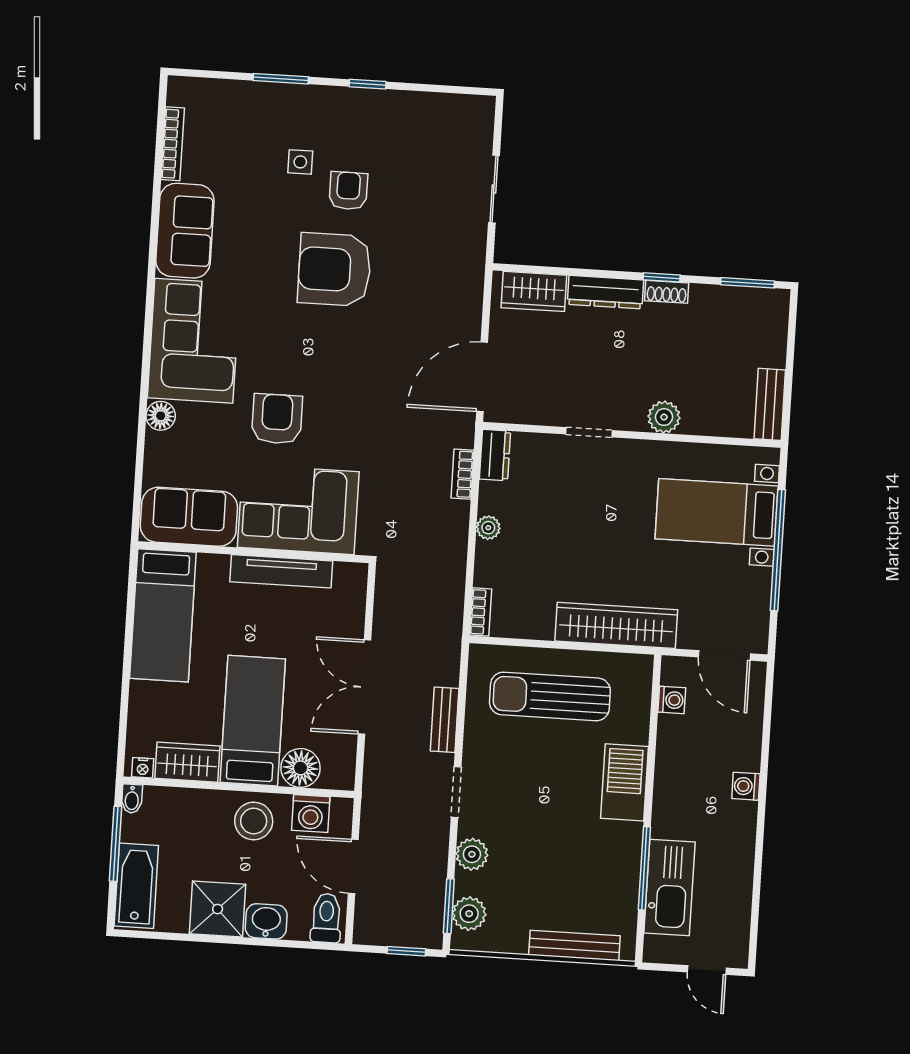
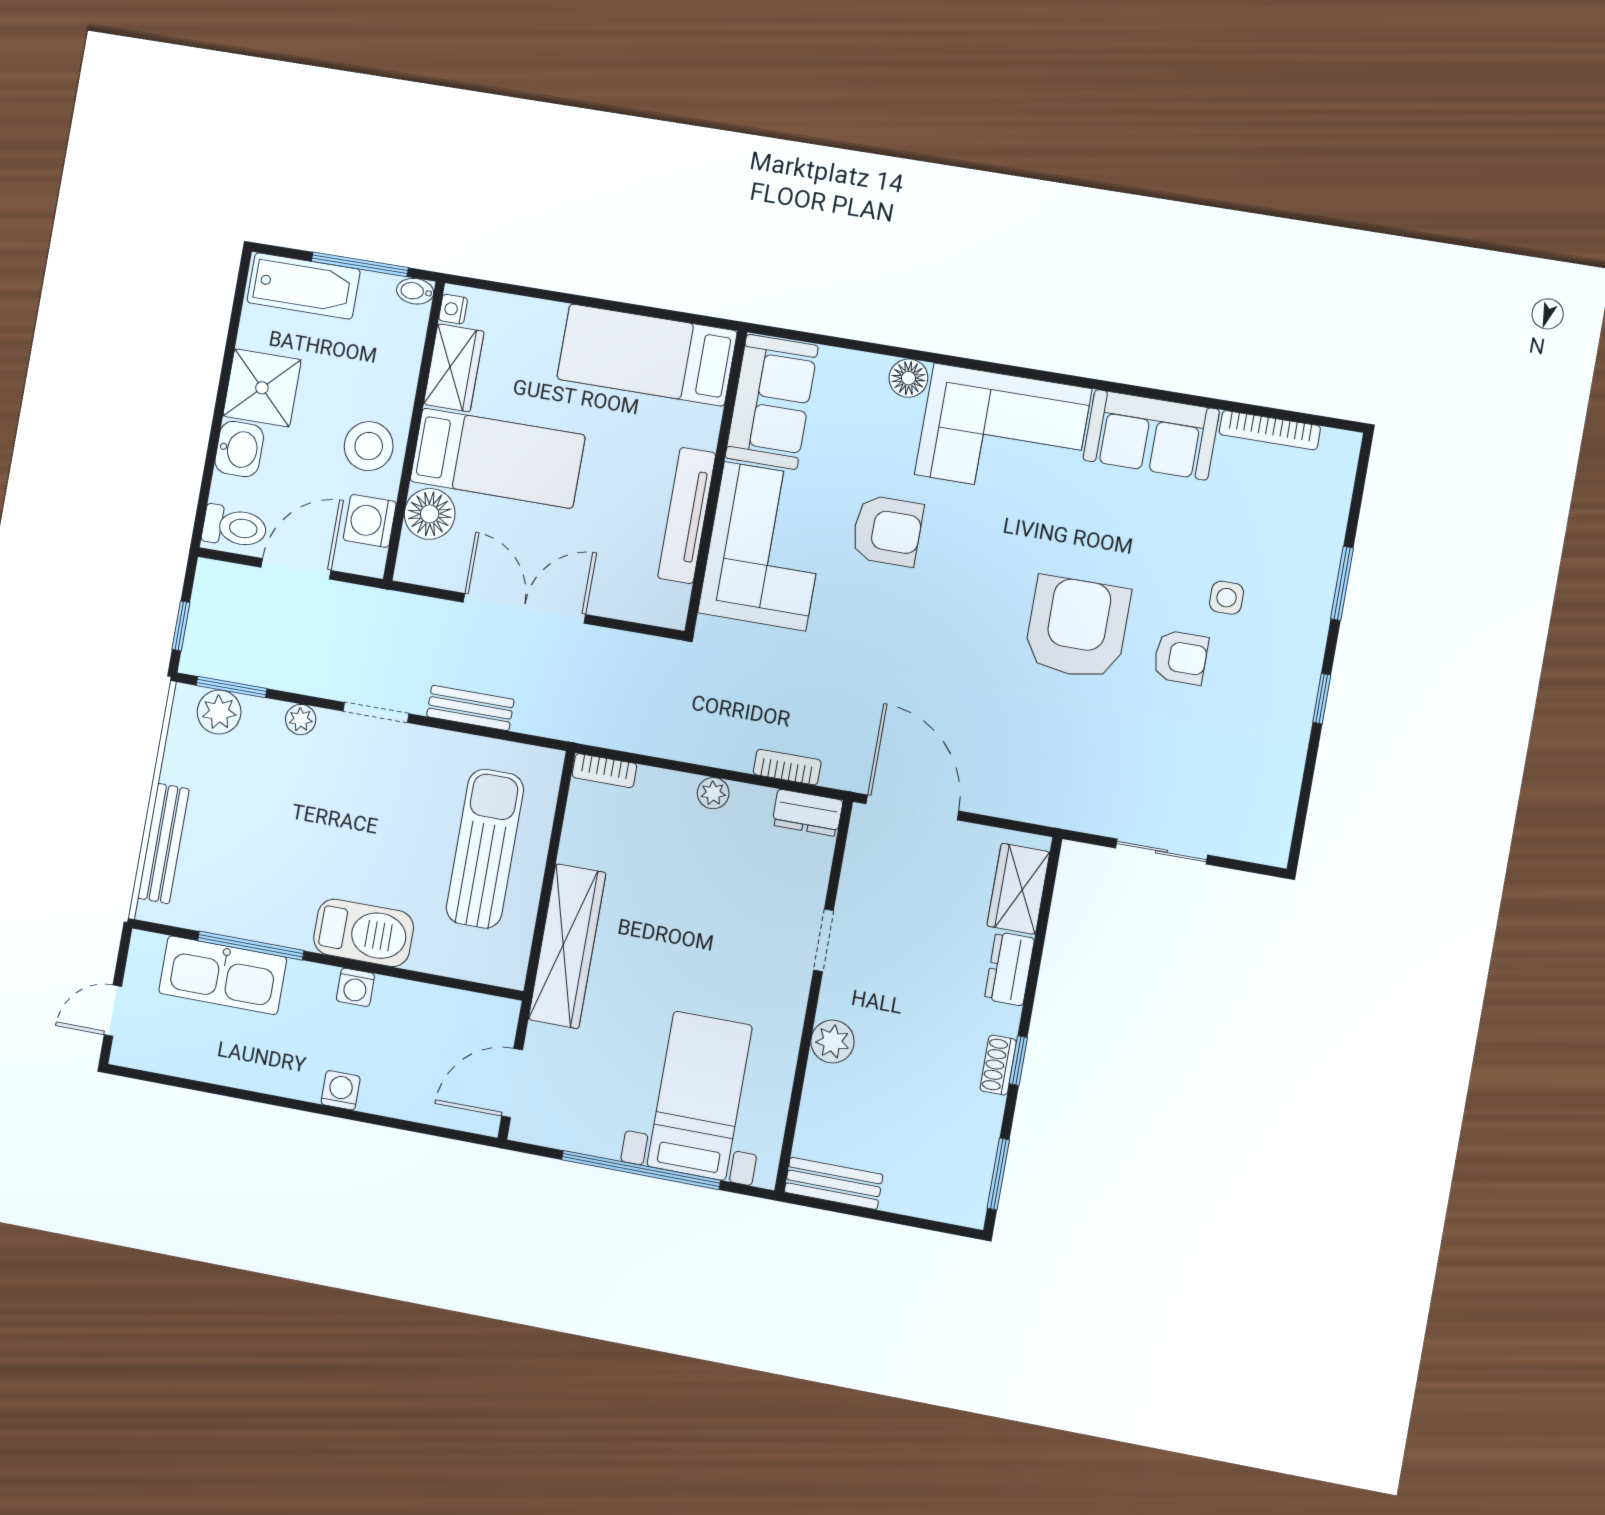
dresser: (605, 292) -> (1009, 969), width x0.70
washing machine: (672, 700) -> (355, 987), moved
plant: (472, 854) -> (301, 720), width x0.73, depth x0.73

